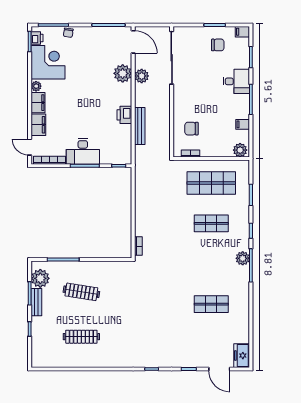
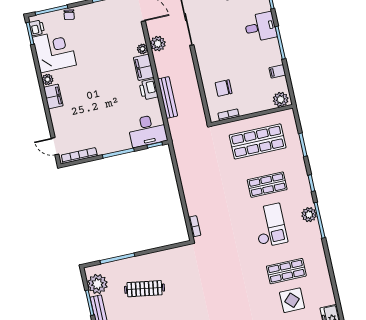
plant: (123, 73) -> (142, 49), width x0.53, depth x0.53
filing cabinet: (38, 125) -> (144, 67), moved, turned 180
desk: (83, 151) -> (147, 130), moved
checkout: (206, 260) -> (270, 225), added
display table: (211, 331) -> (292, 300), added

